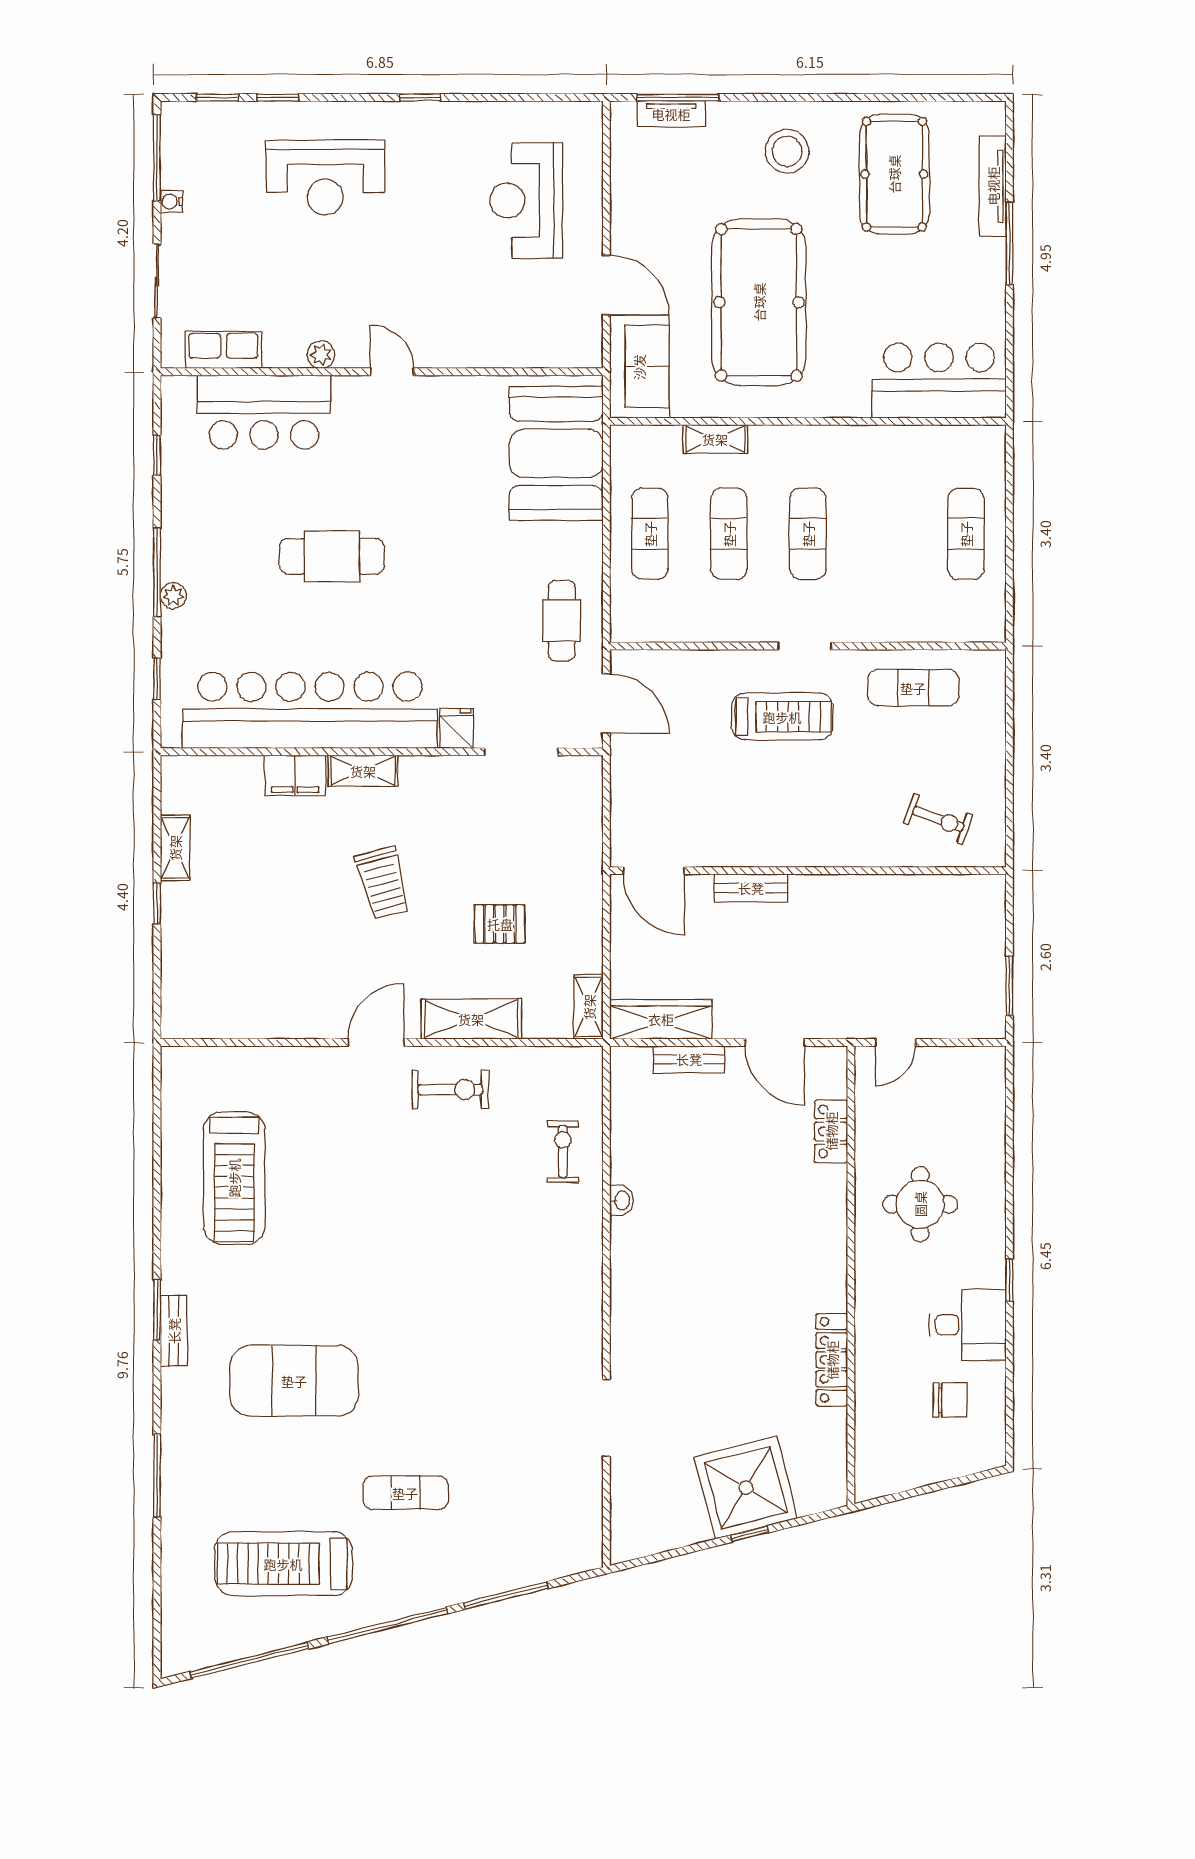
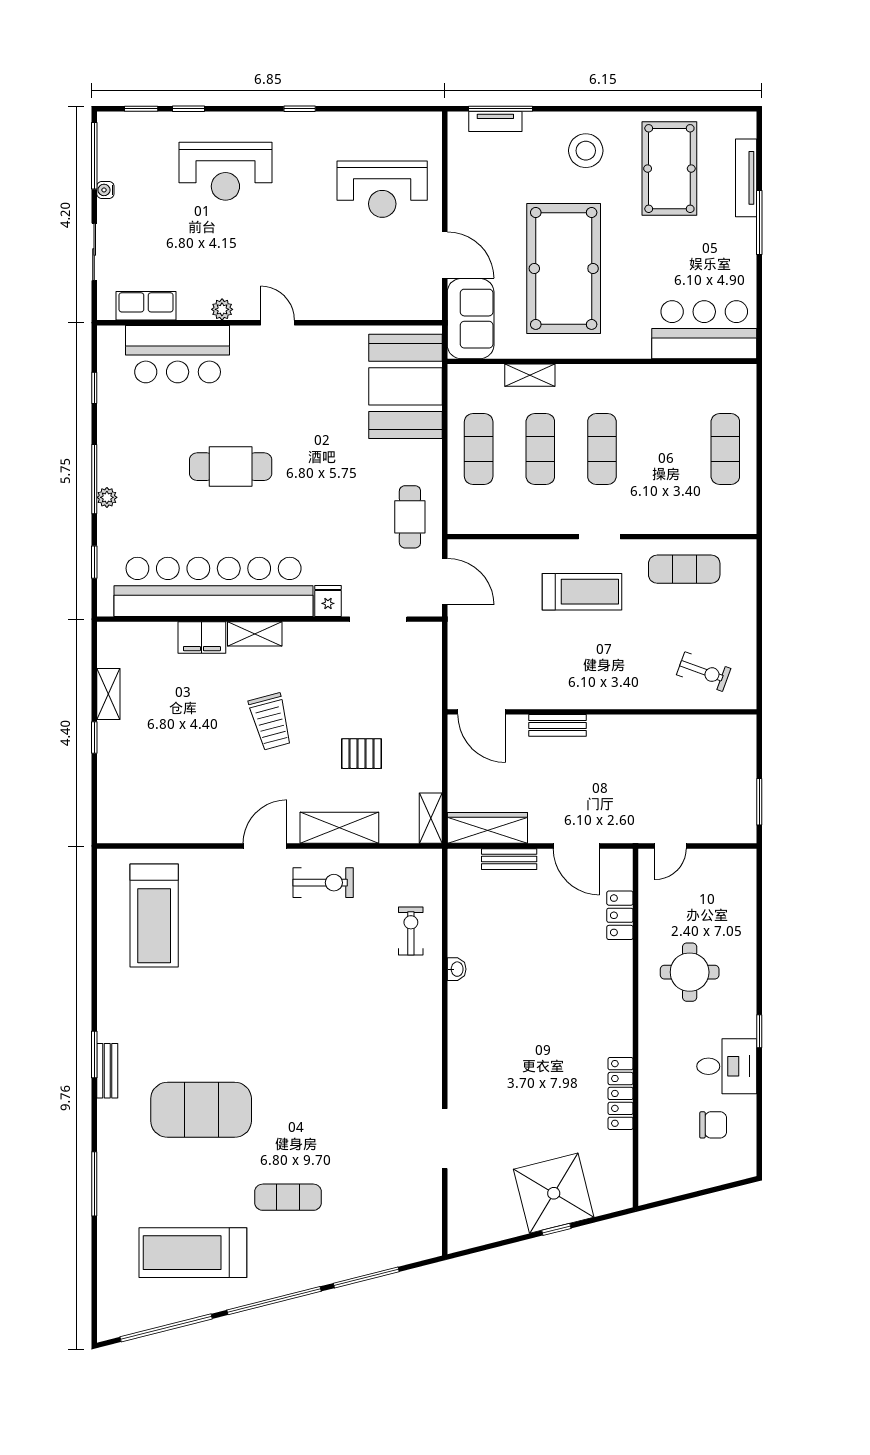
reception desk: (526, 201) -> (382, 189), turned -90
treadmill: (234, 1178) -> (154, 915), moved

